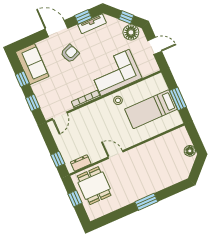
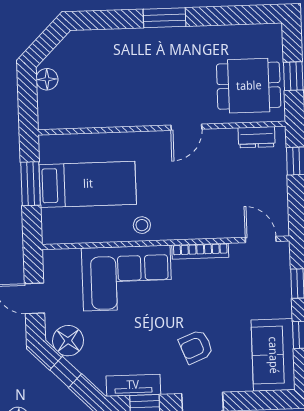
door: (60, 116) -> (261, 239), hinge flipped
door: (115, 155) -> (186, 127), hinge flipped
dining table: (94, 186) -> (249, 86), turned 90

